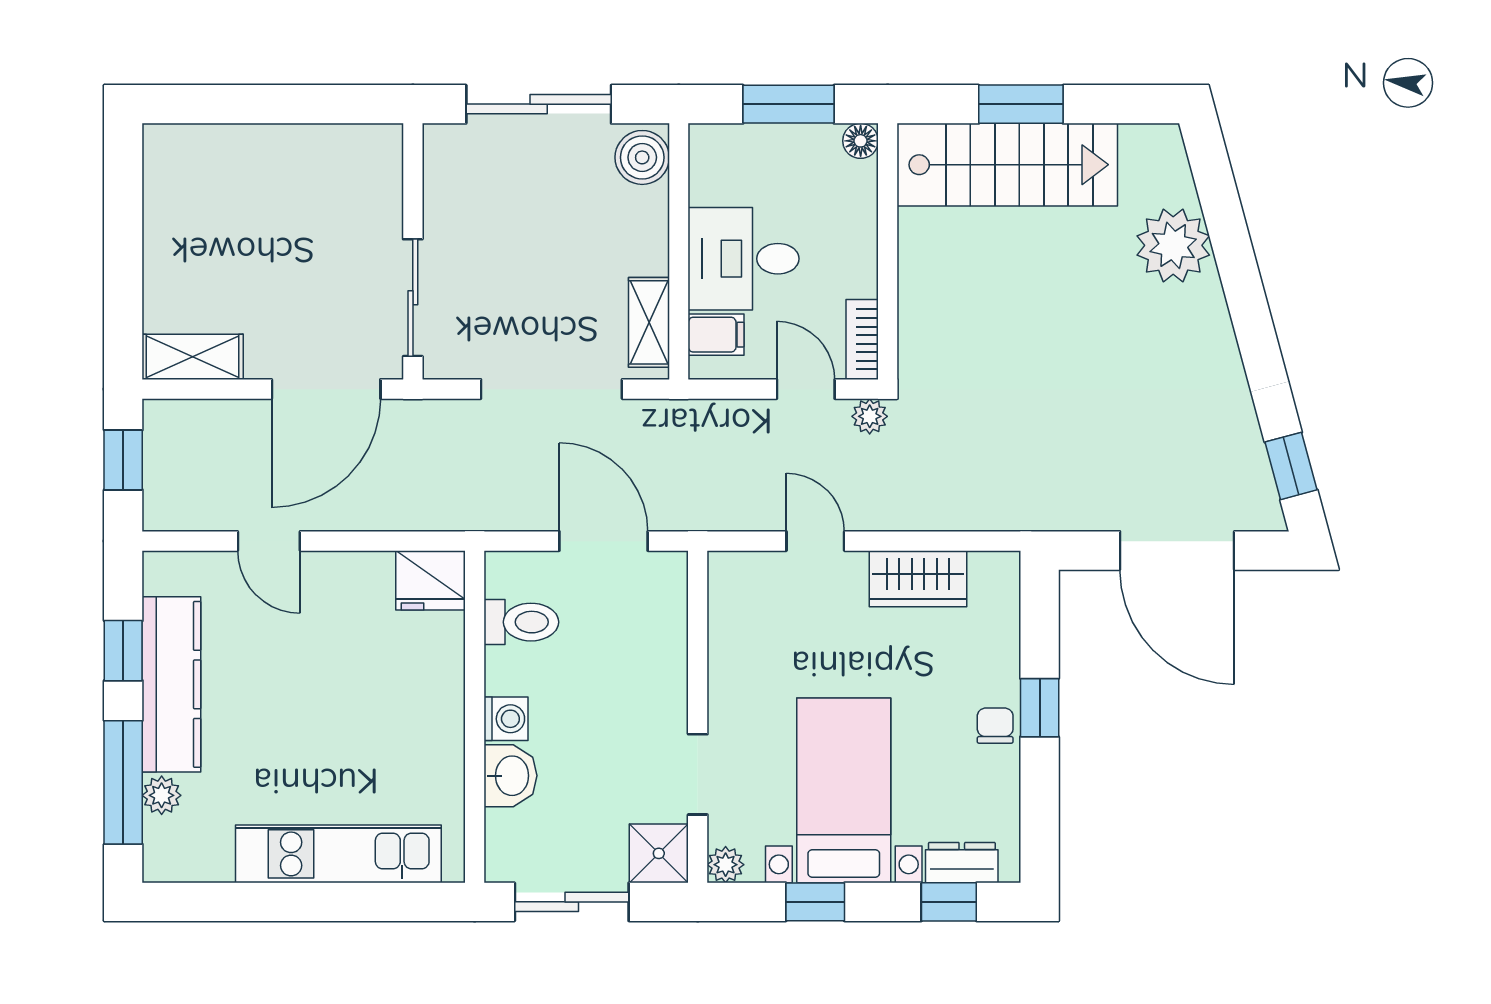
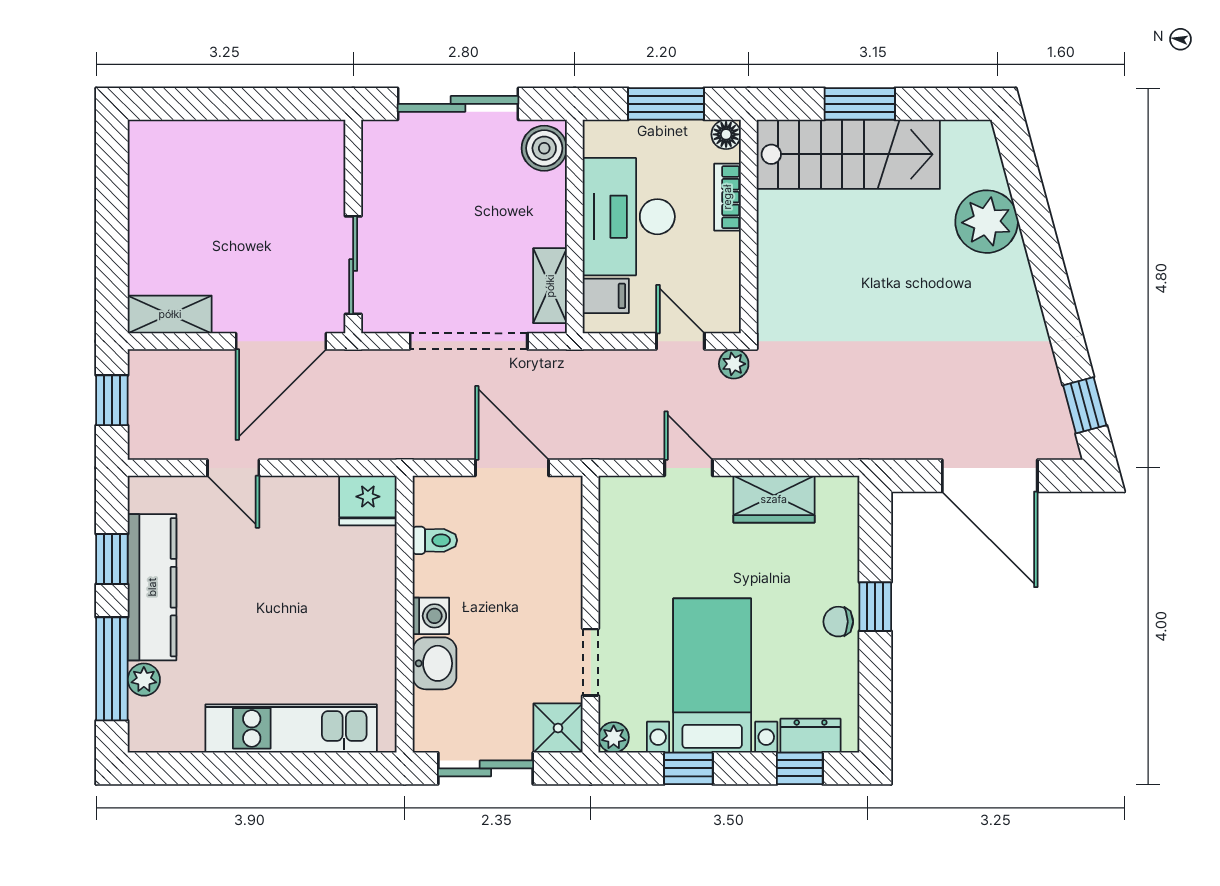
desk: (744, 259) -> (629, 217), width x1.37
bookcase: (862, 339) -> (727, 197), moved
toilet: (521, 622) -> (435, 540), width x0.73, depth x0.72
chair: (995, 726) -> (838, 622), turned -90

